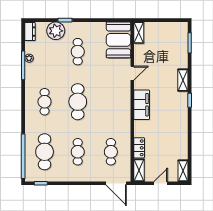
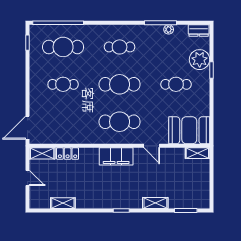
shelving: (183, 80) -> (155, 203), moved
cafe table: (111, 152) -> (120, 122), moved, width x1.37, depth x1.35
shelving: (183, 171) -> (63, 203), moved

